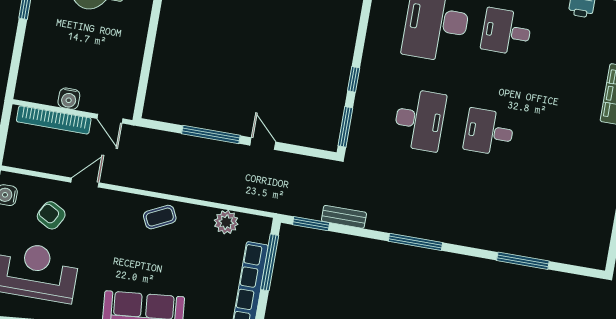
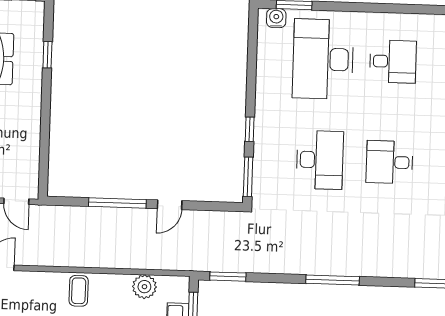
desk: (507, 32) -> (393, 61), turned 180
door: (263, 144) -> (170, 205), swing flipped
coffee table: (160, 217) -> (79, 291), turned -64
bench: (344, 217) -> (259, 265), removed

